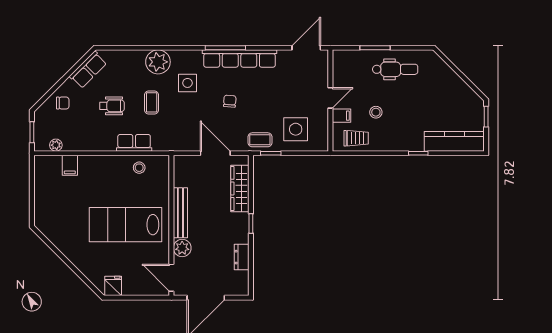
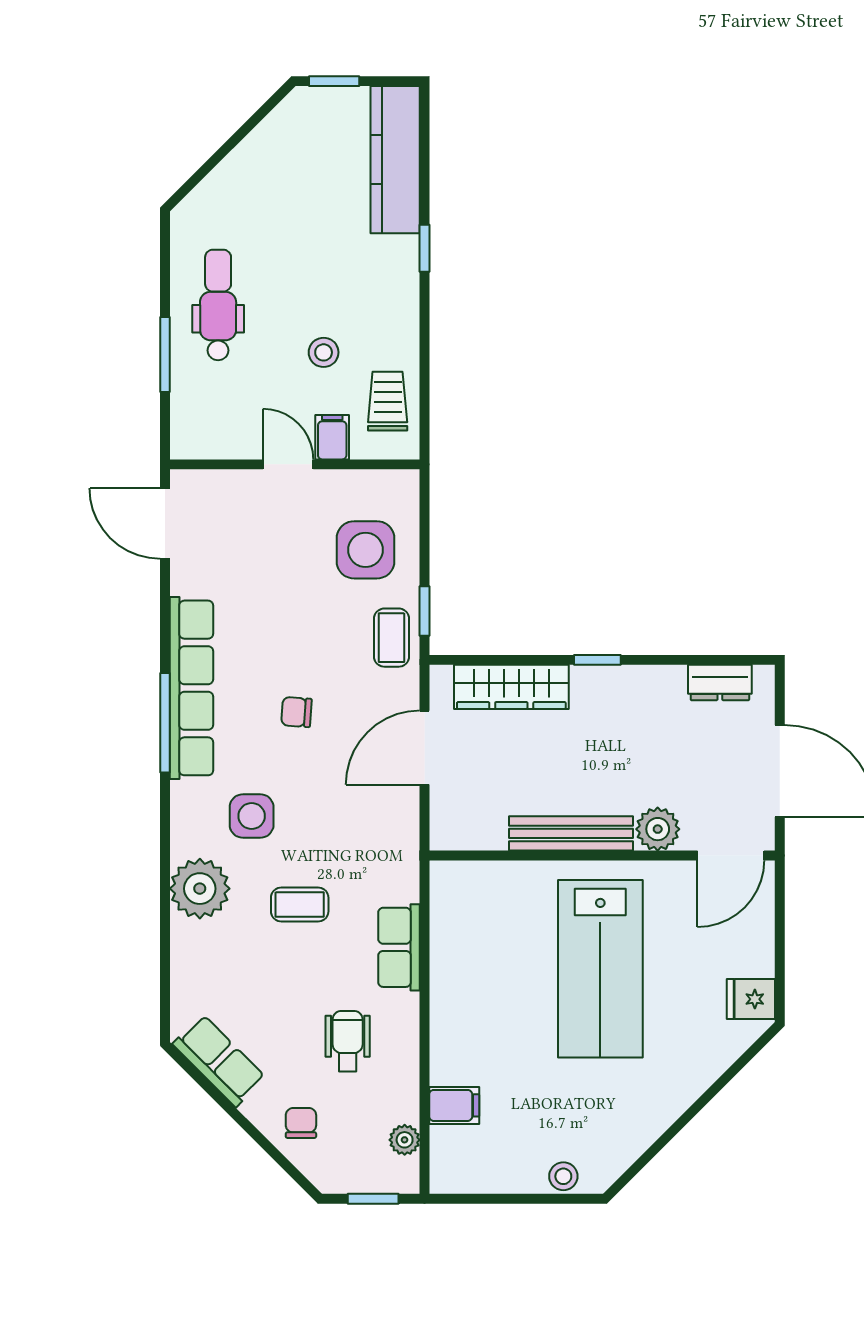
wheelchair: (112, 106) -> (348, 1041), moved
stool: (139, 168) -> (563, 1176), moved
dresser: (242, 257) -> (720, 683), moved

